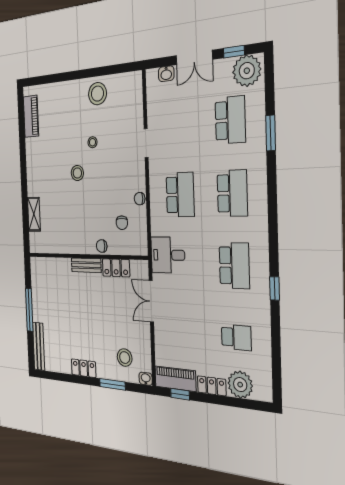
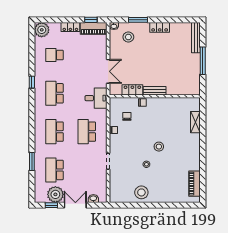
plant: (247, 71) -> (55, 194), moved
plant: (240, 385) -> (42, 30), moved

